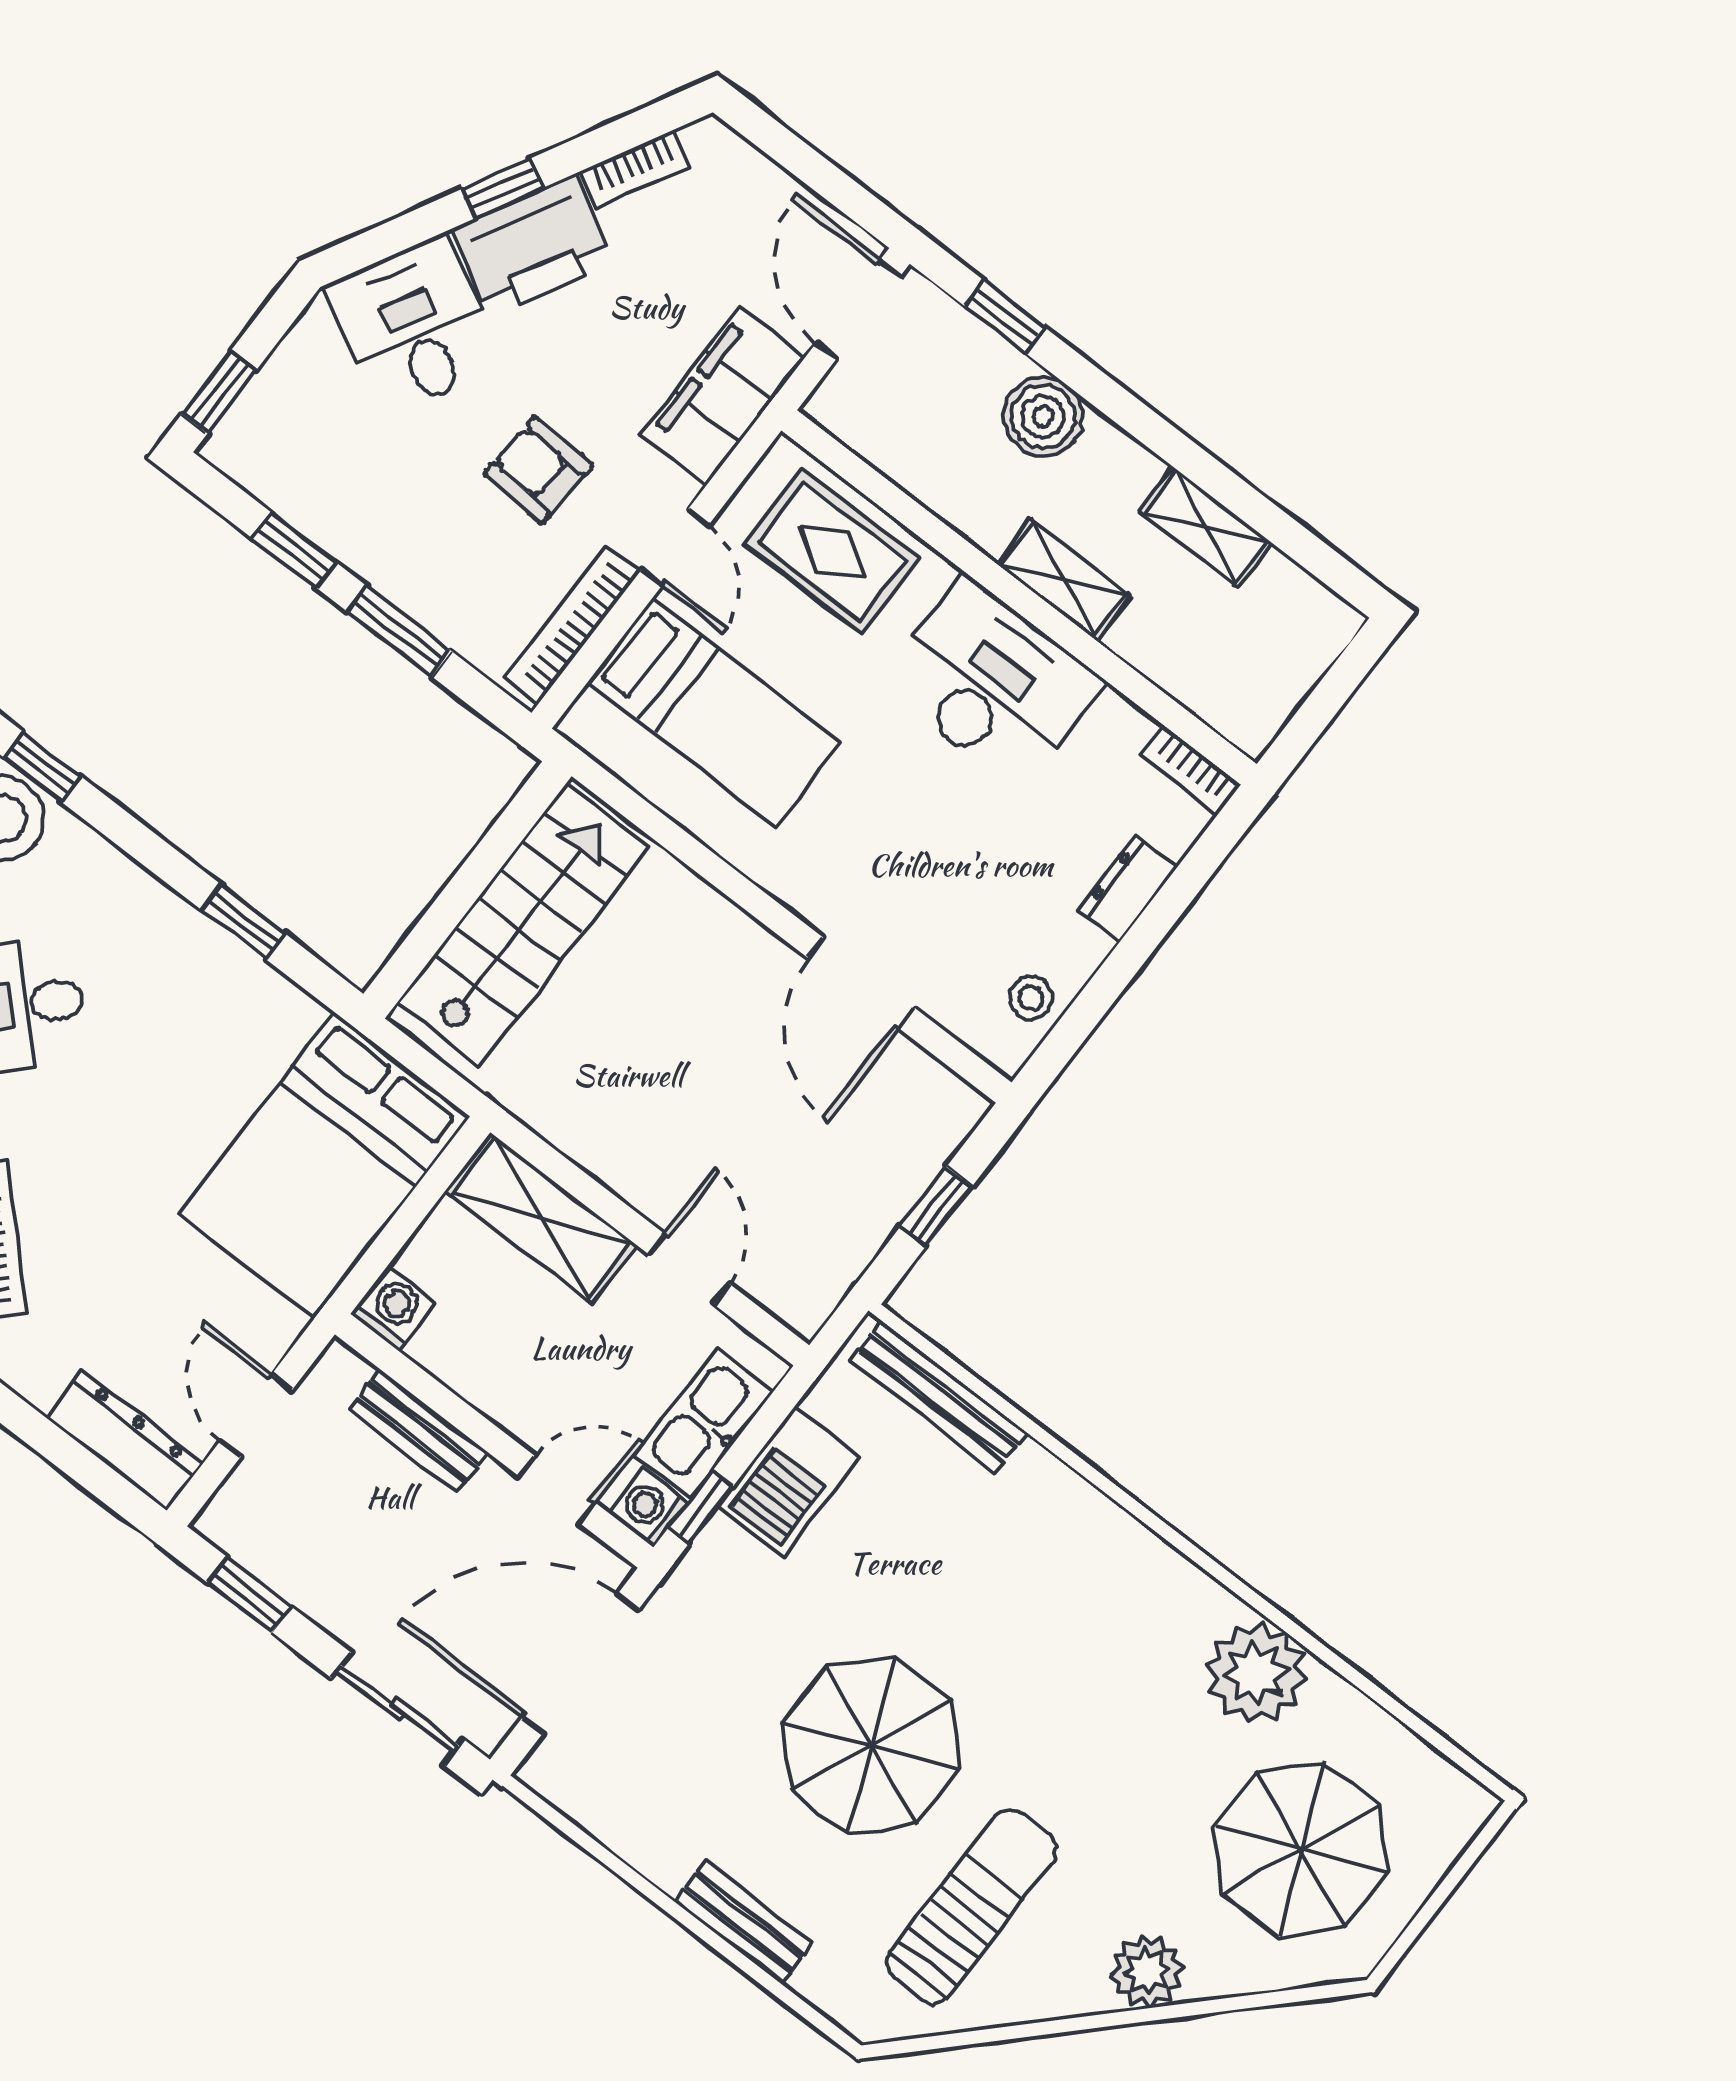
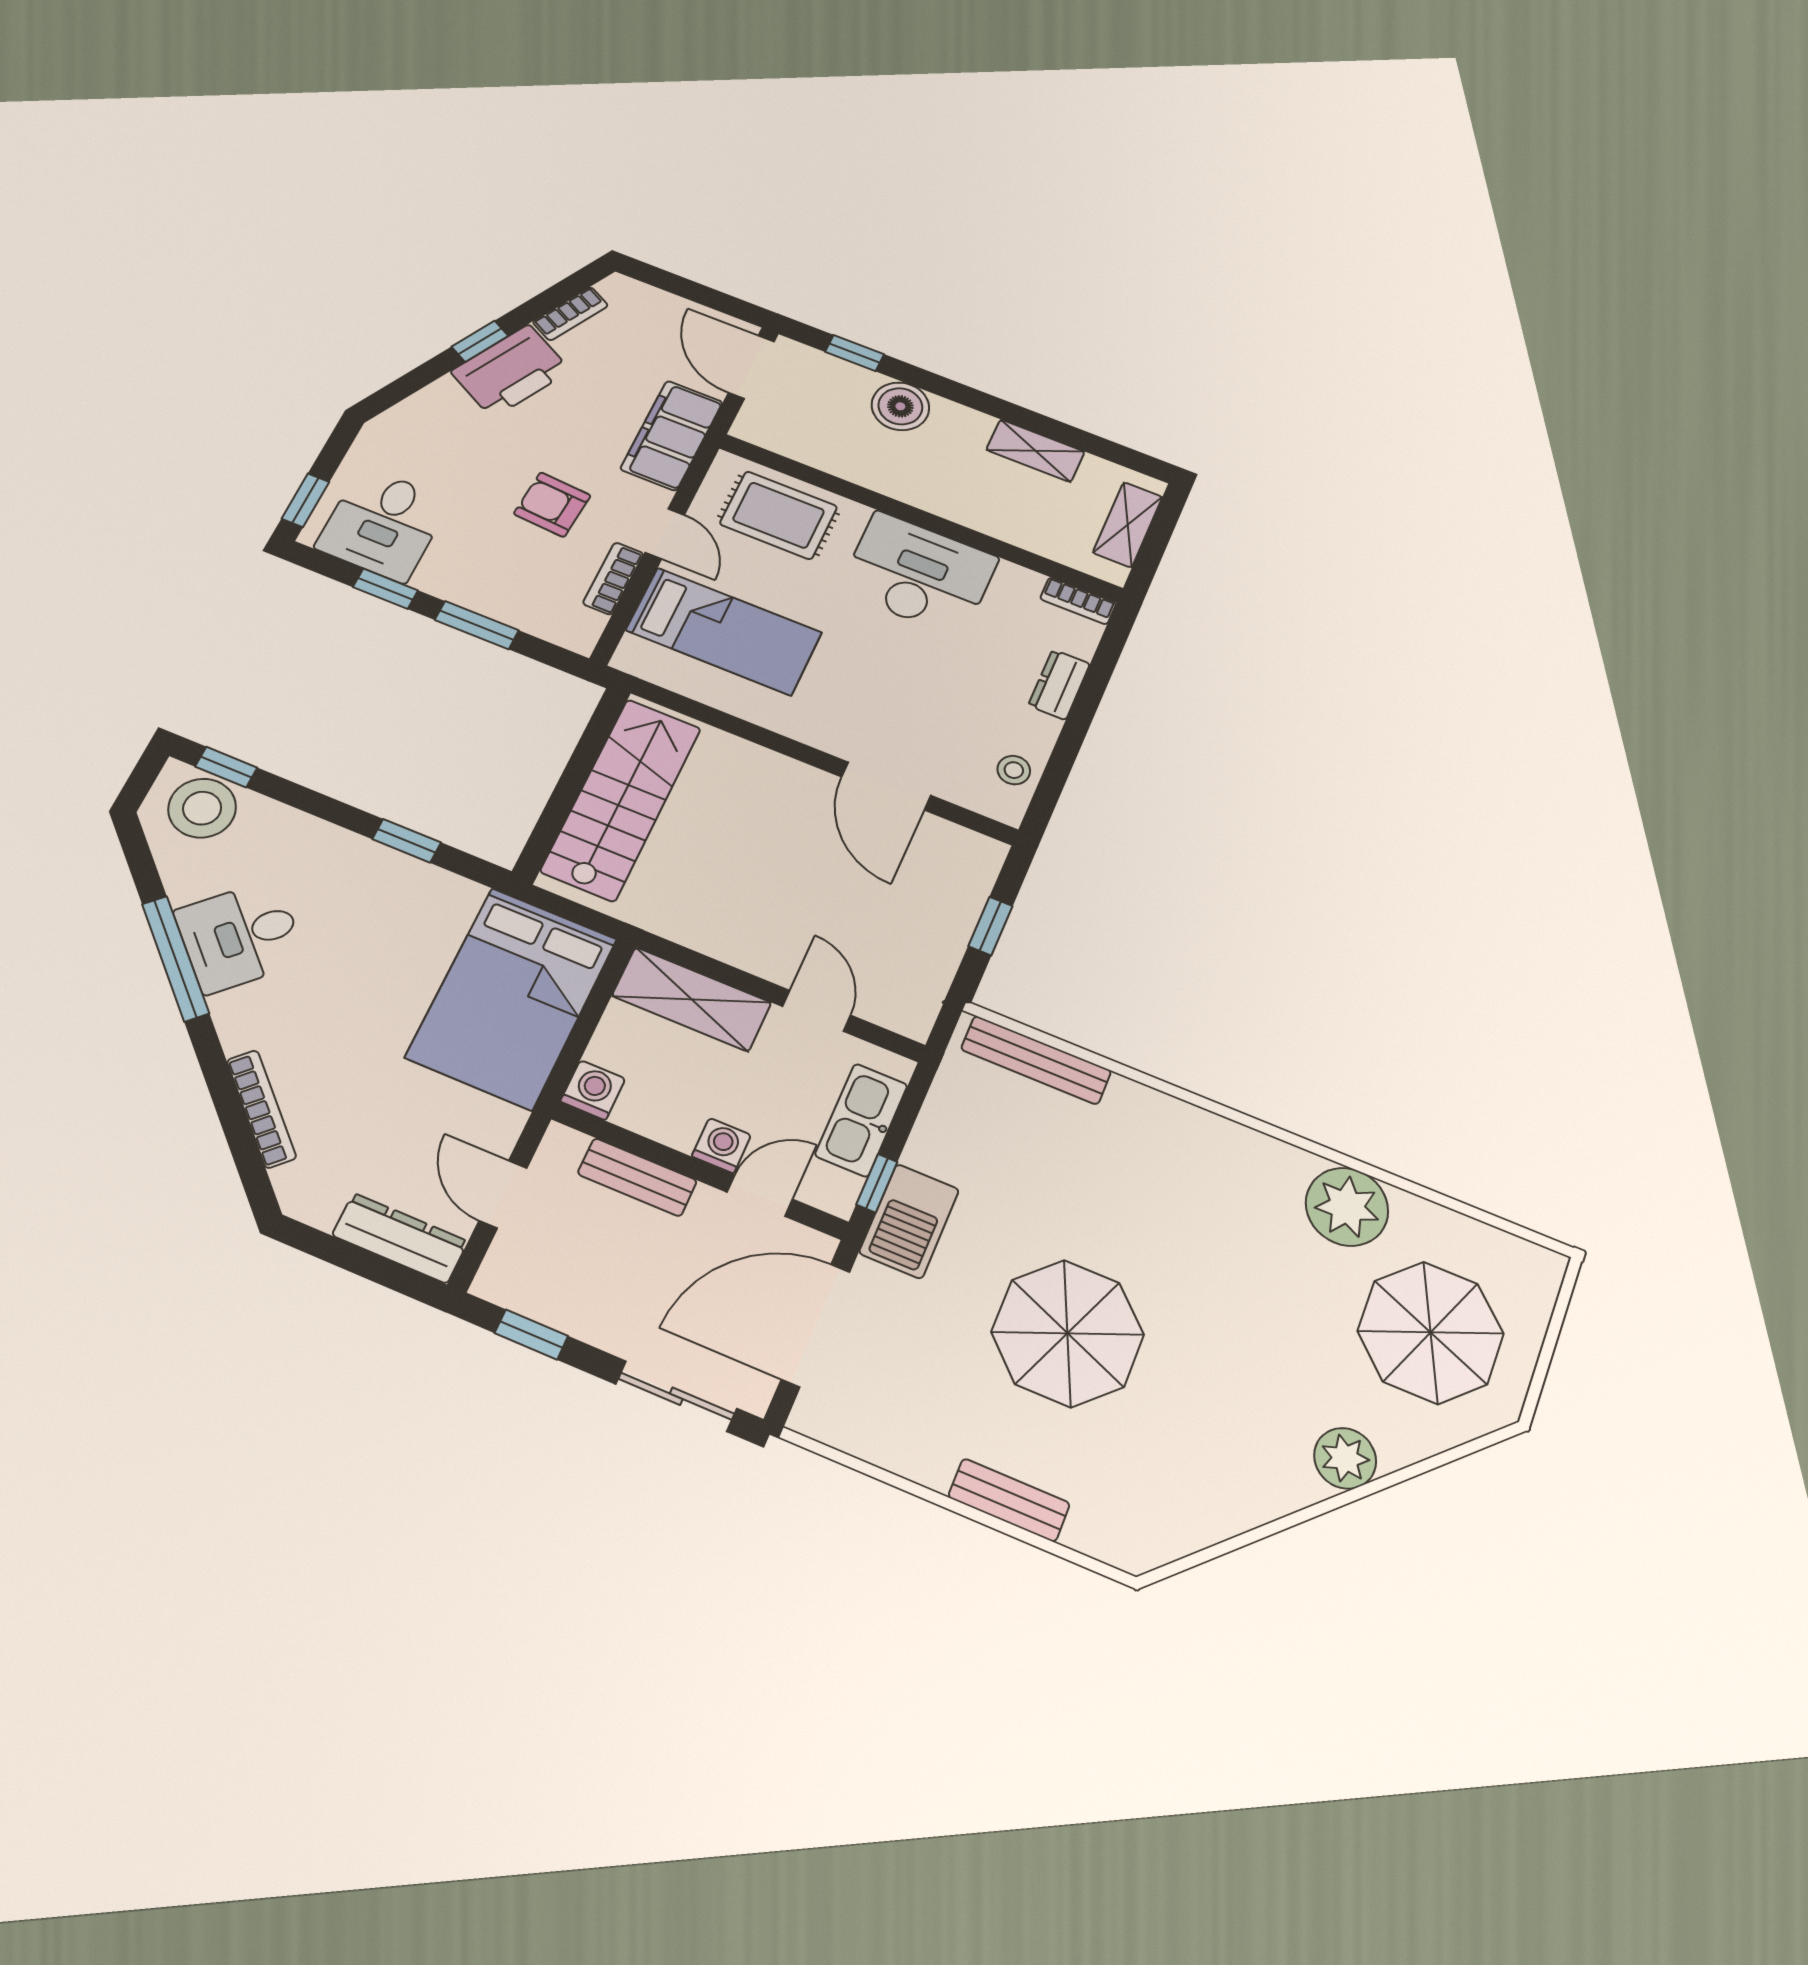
desk: (414, 326) -> (383, 524), moved, turned -118
shelving: (1064, 580) -> (1128, 525), moved, turned 90
bookcase: (573, 624) -> (613, 579), width x0.64
barbecue: (789, 1481) -> (909, 1221), moved
washing machine: (649, 1508) -> (721, 1146), moved, turned 90
sun lounger: (972, 1906) -> (1189, 1441), removed

